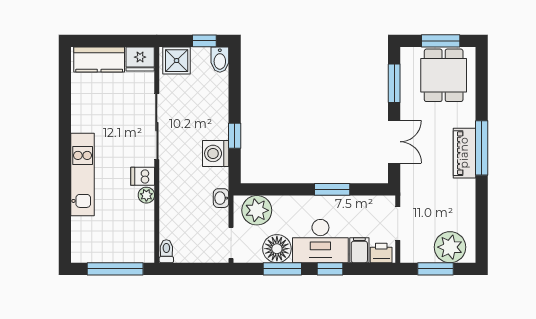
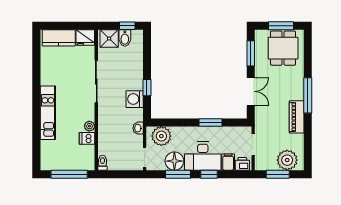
bidet: (220, 60) -> (125, 38), moved
piano: (464, 153) -> (297, 117), moved
dishwasher: (143, 176) -> (87, 138), moved

